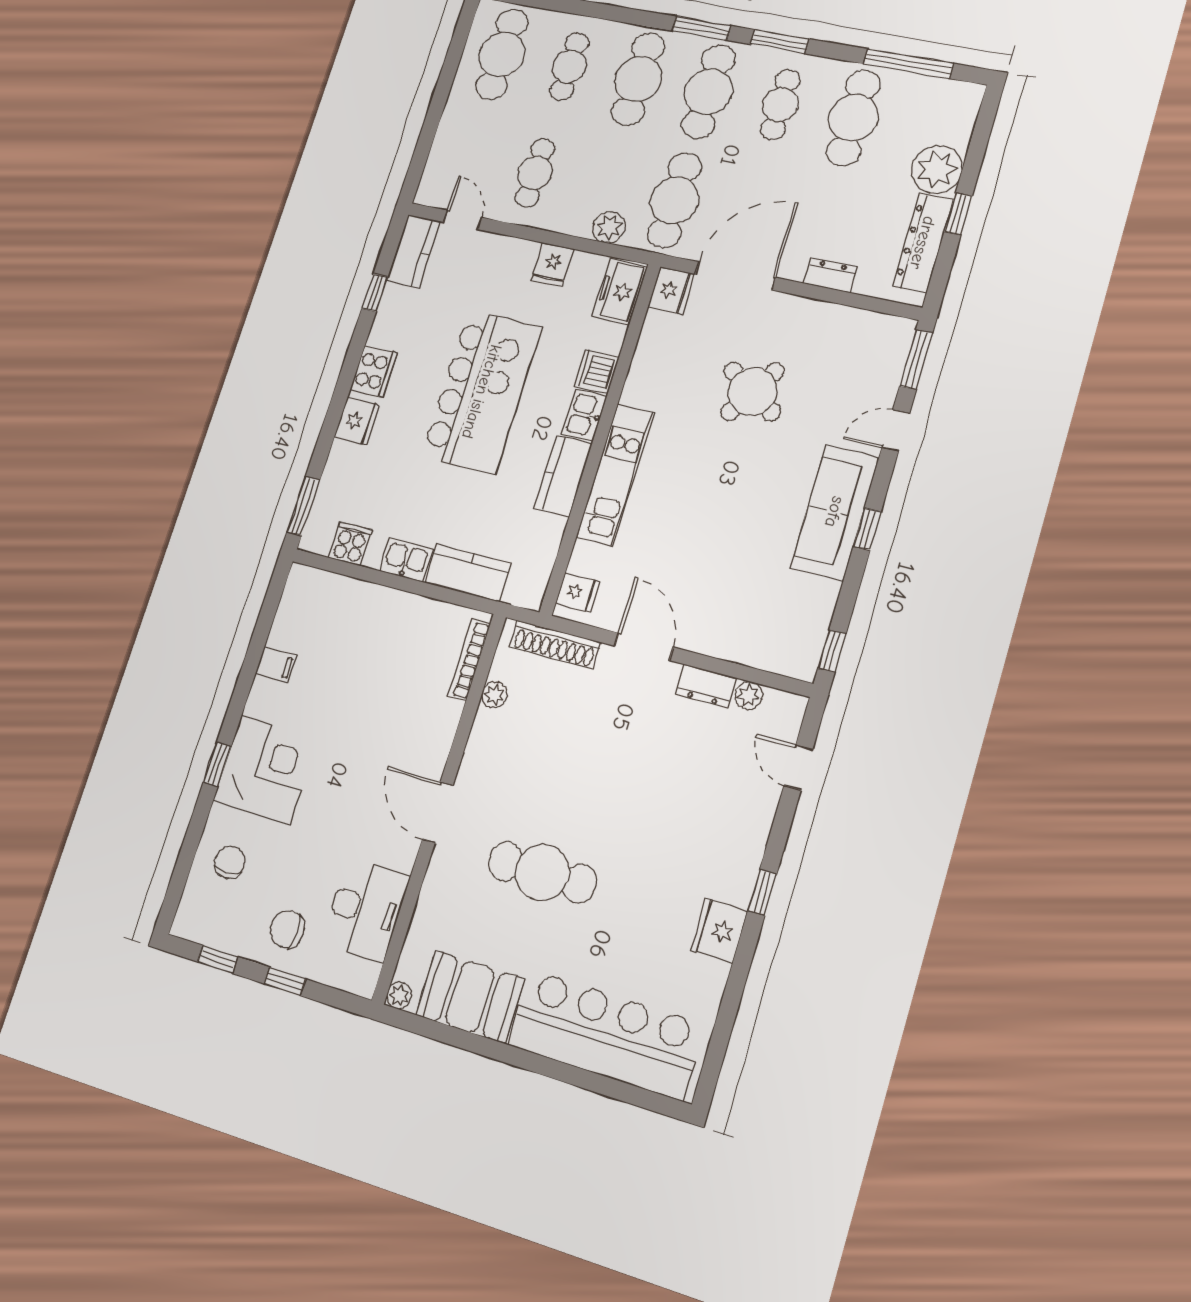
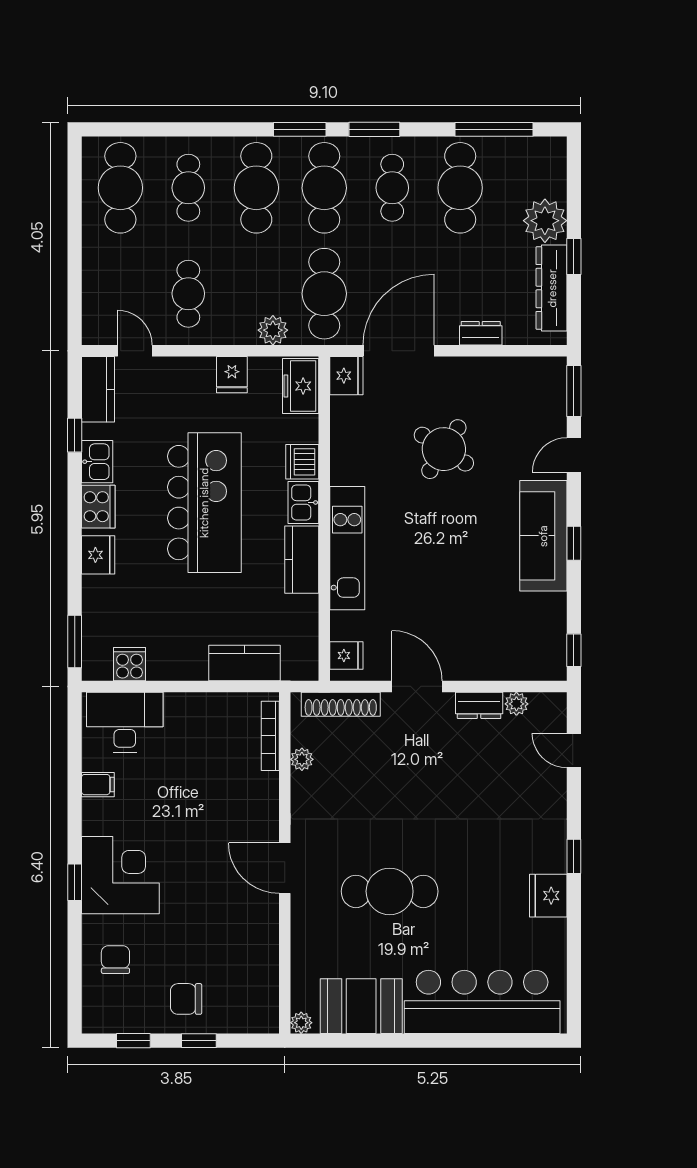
kitchen sink: (406, 560) -> (97, 462), moved, turned 90
desk: (366, 909) -> (125, 722), moved, turned -90

